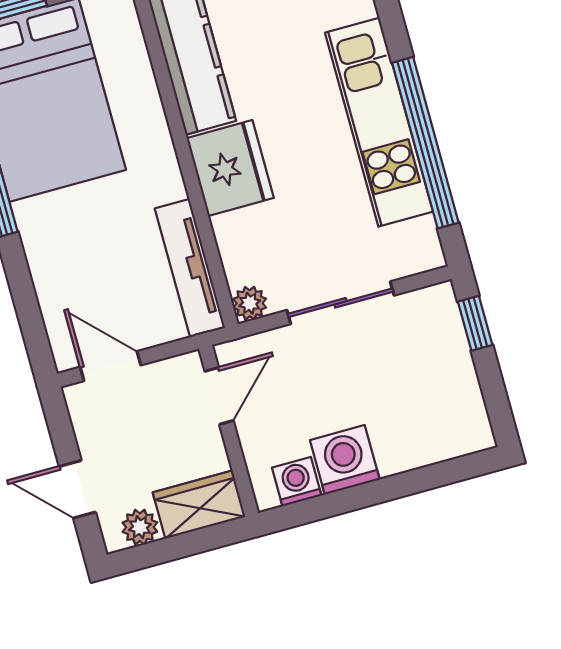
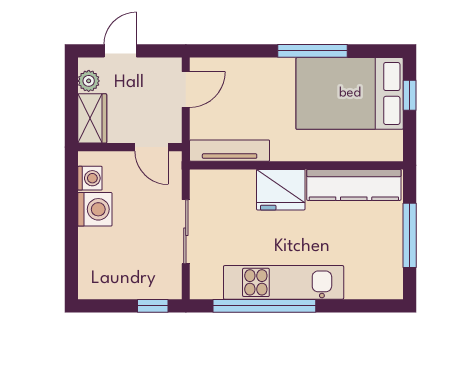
plant: (250, 303) -> (200, 179), removed

